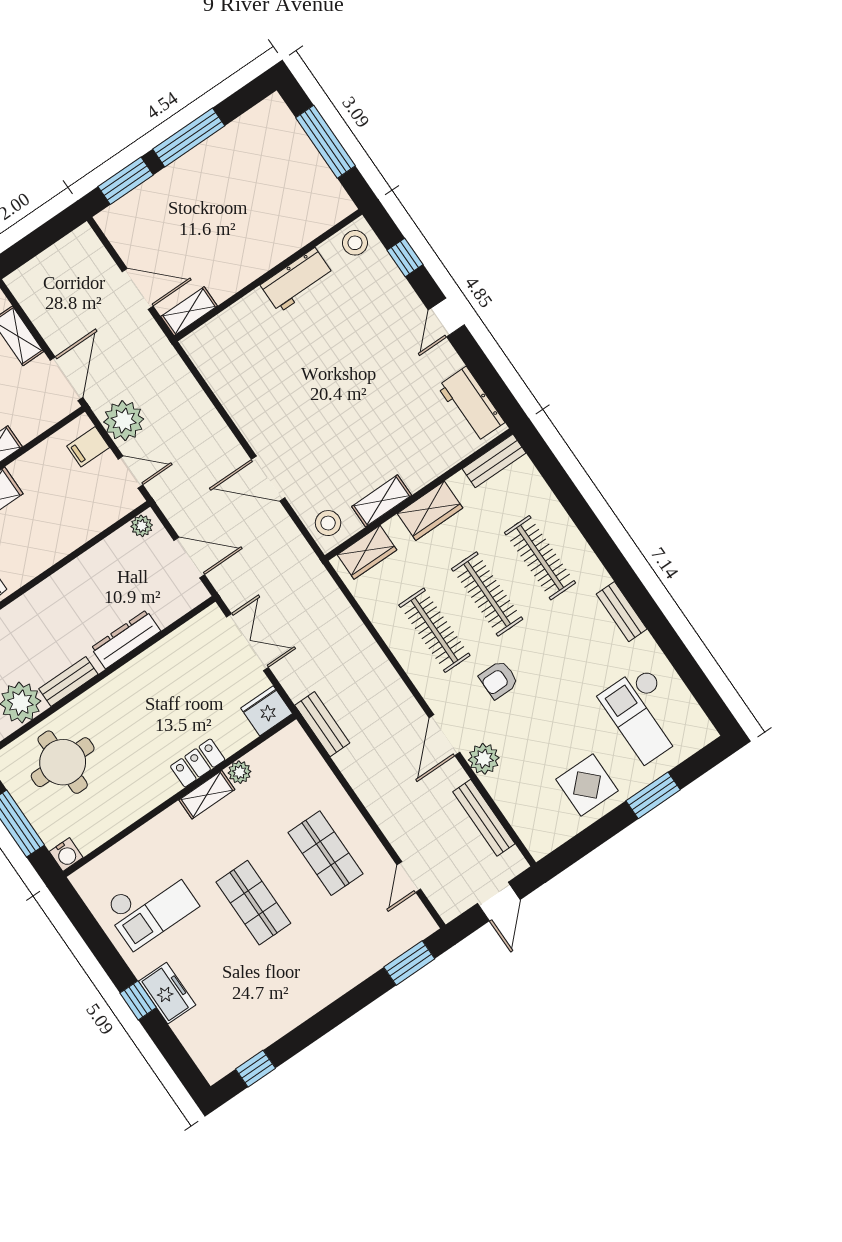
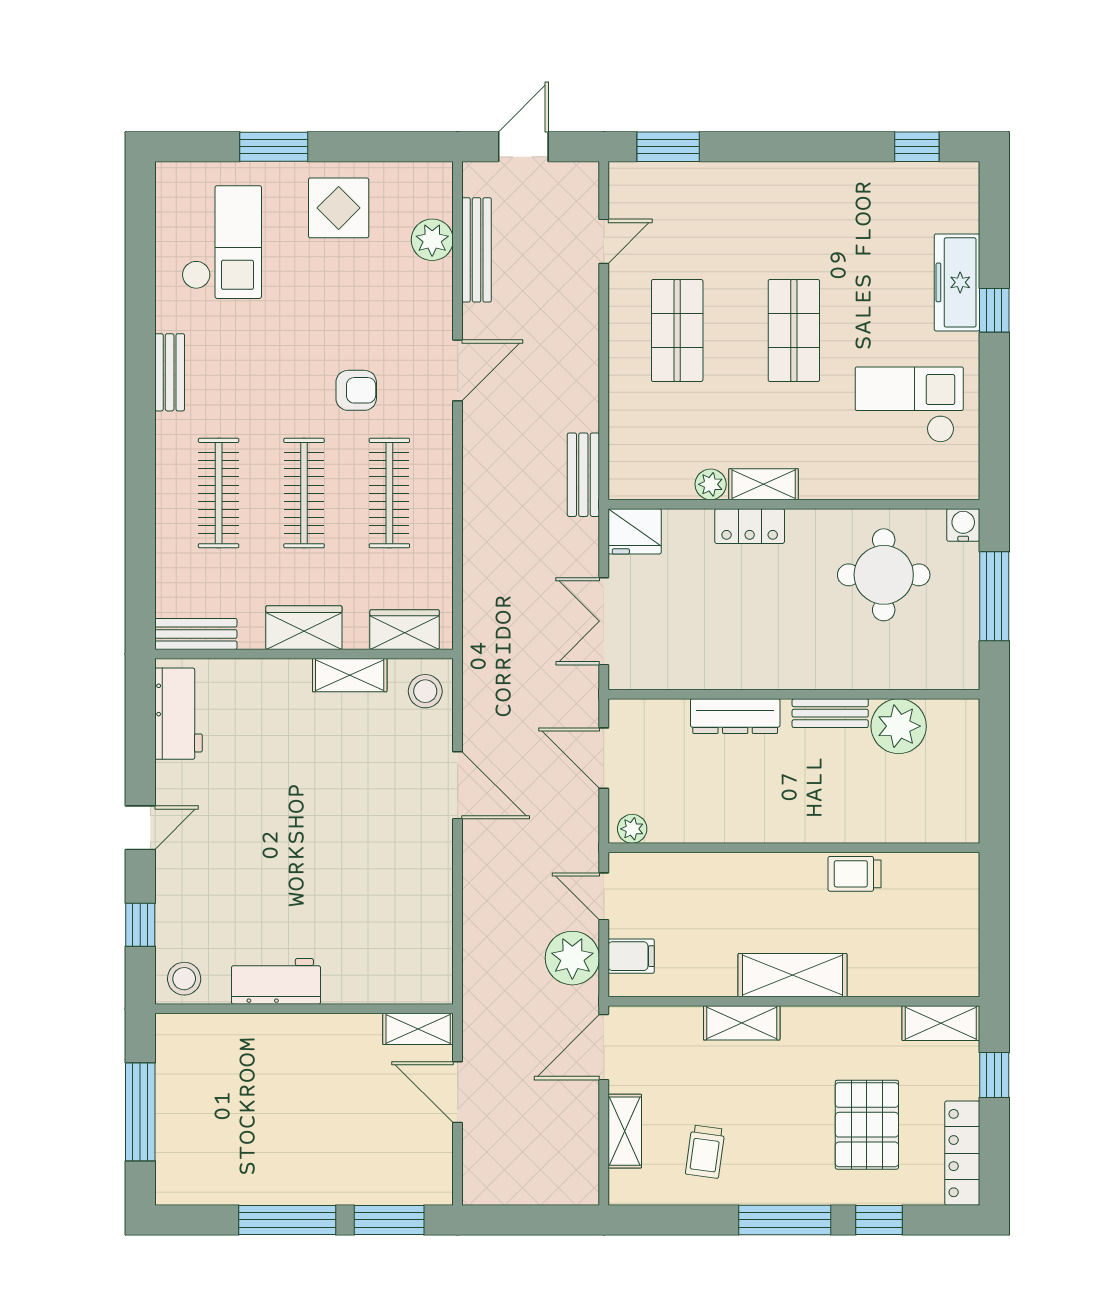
plant: (484, 759) -> (432, 240), moved
round table: (63, 762) -> (884, 575), moved
freezer: (167, 993) -> (957, 282), width x1.40

